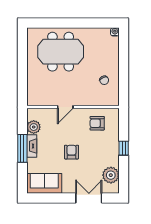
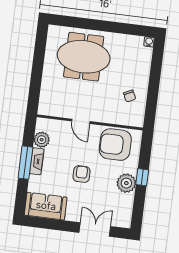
door: (65, 107) -> (81, 121), hinge flipped
armchair: (97, 123) -> (115, 145), width x1.88, depth x1.88
plant: (111, 175) -> (126, 183), moved

